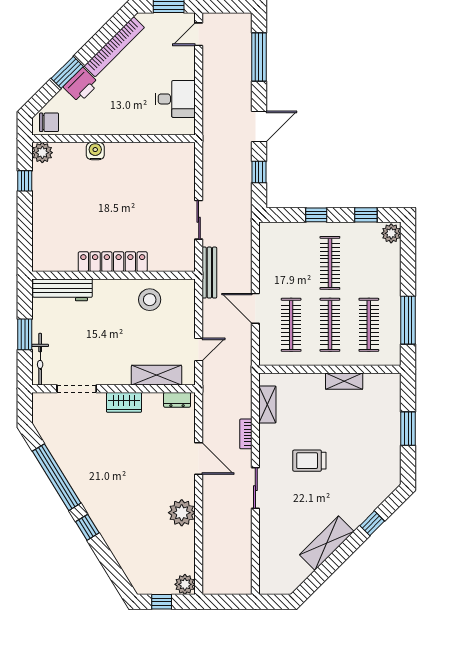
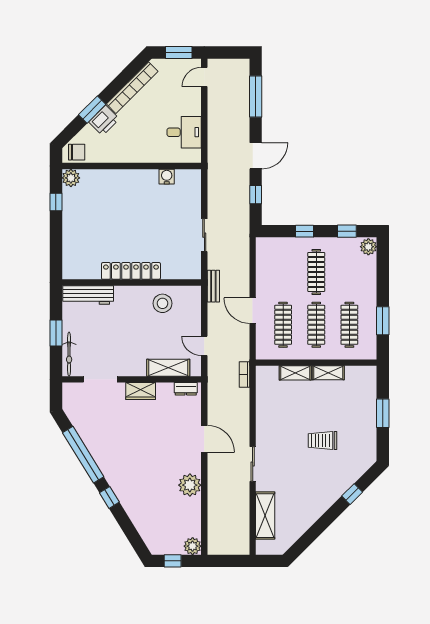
water cooler: (95, 151) -> (167, 177), moved
bench: (209, 273) -> (213, 286), width x0.73
window: (408, 320) -> (383, 321), width x0.69
door: (199, 349) -> (204, 346), swing flipped
shelving: (267, 405) -> (295, 373), moved, turned 90
bookcase: (246, 434) -> (245, 375), moved
trolley: (309, 461) -> (323, 440), moved
shelving: (327, 543) -> (265, 516), moved, turned -45

